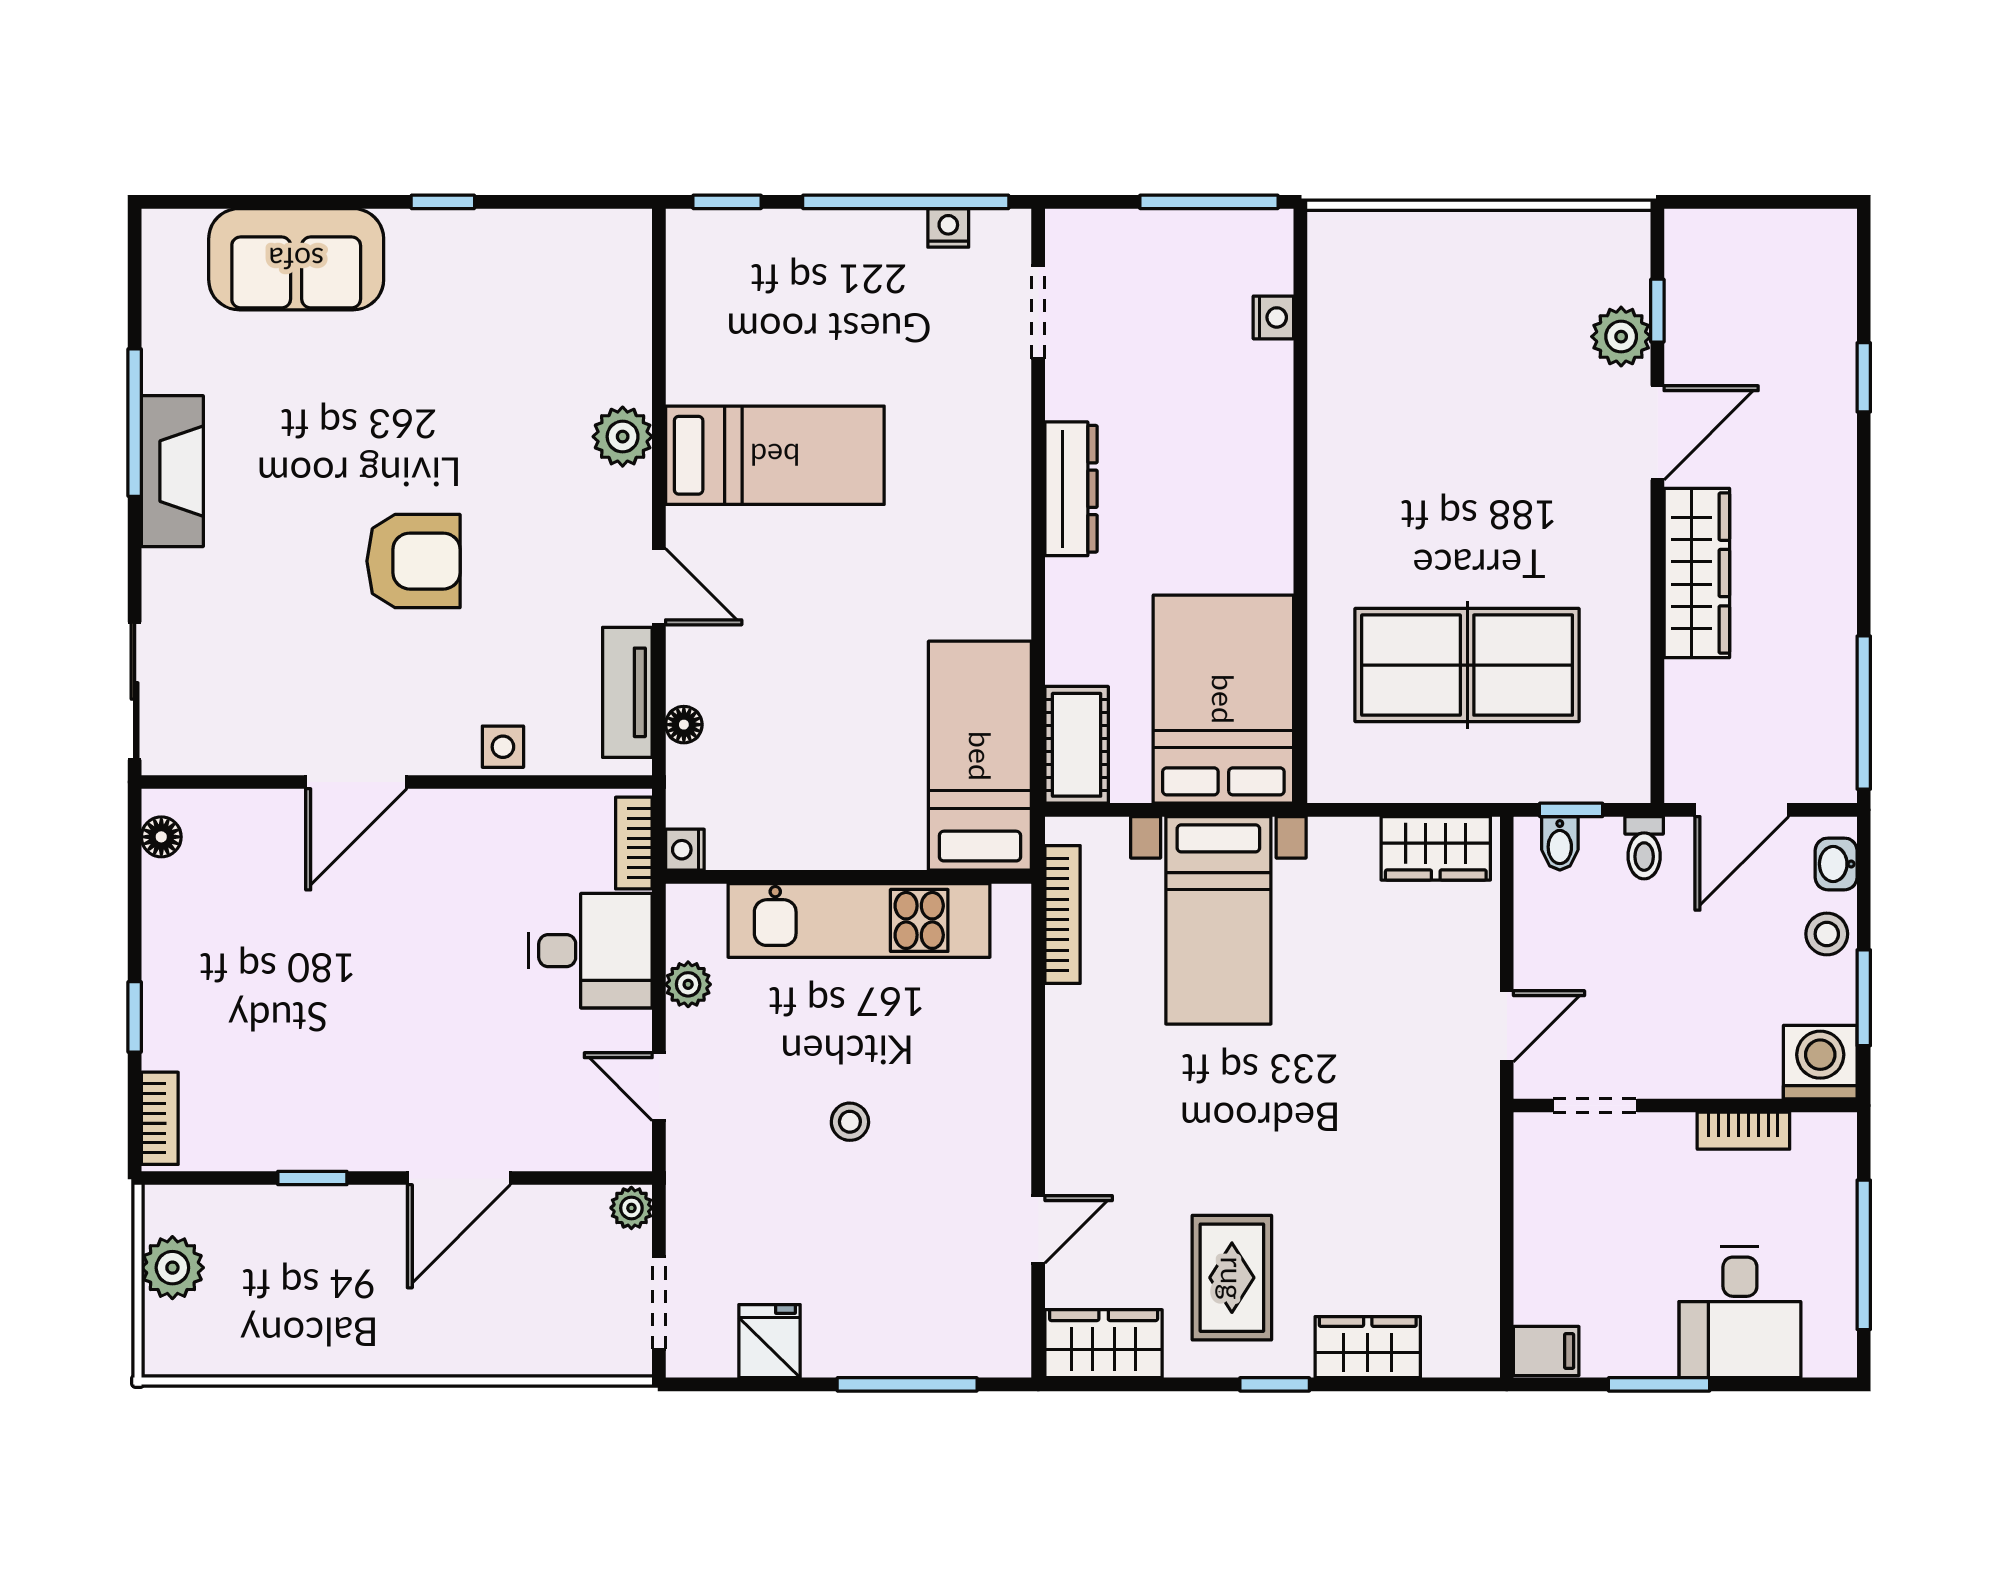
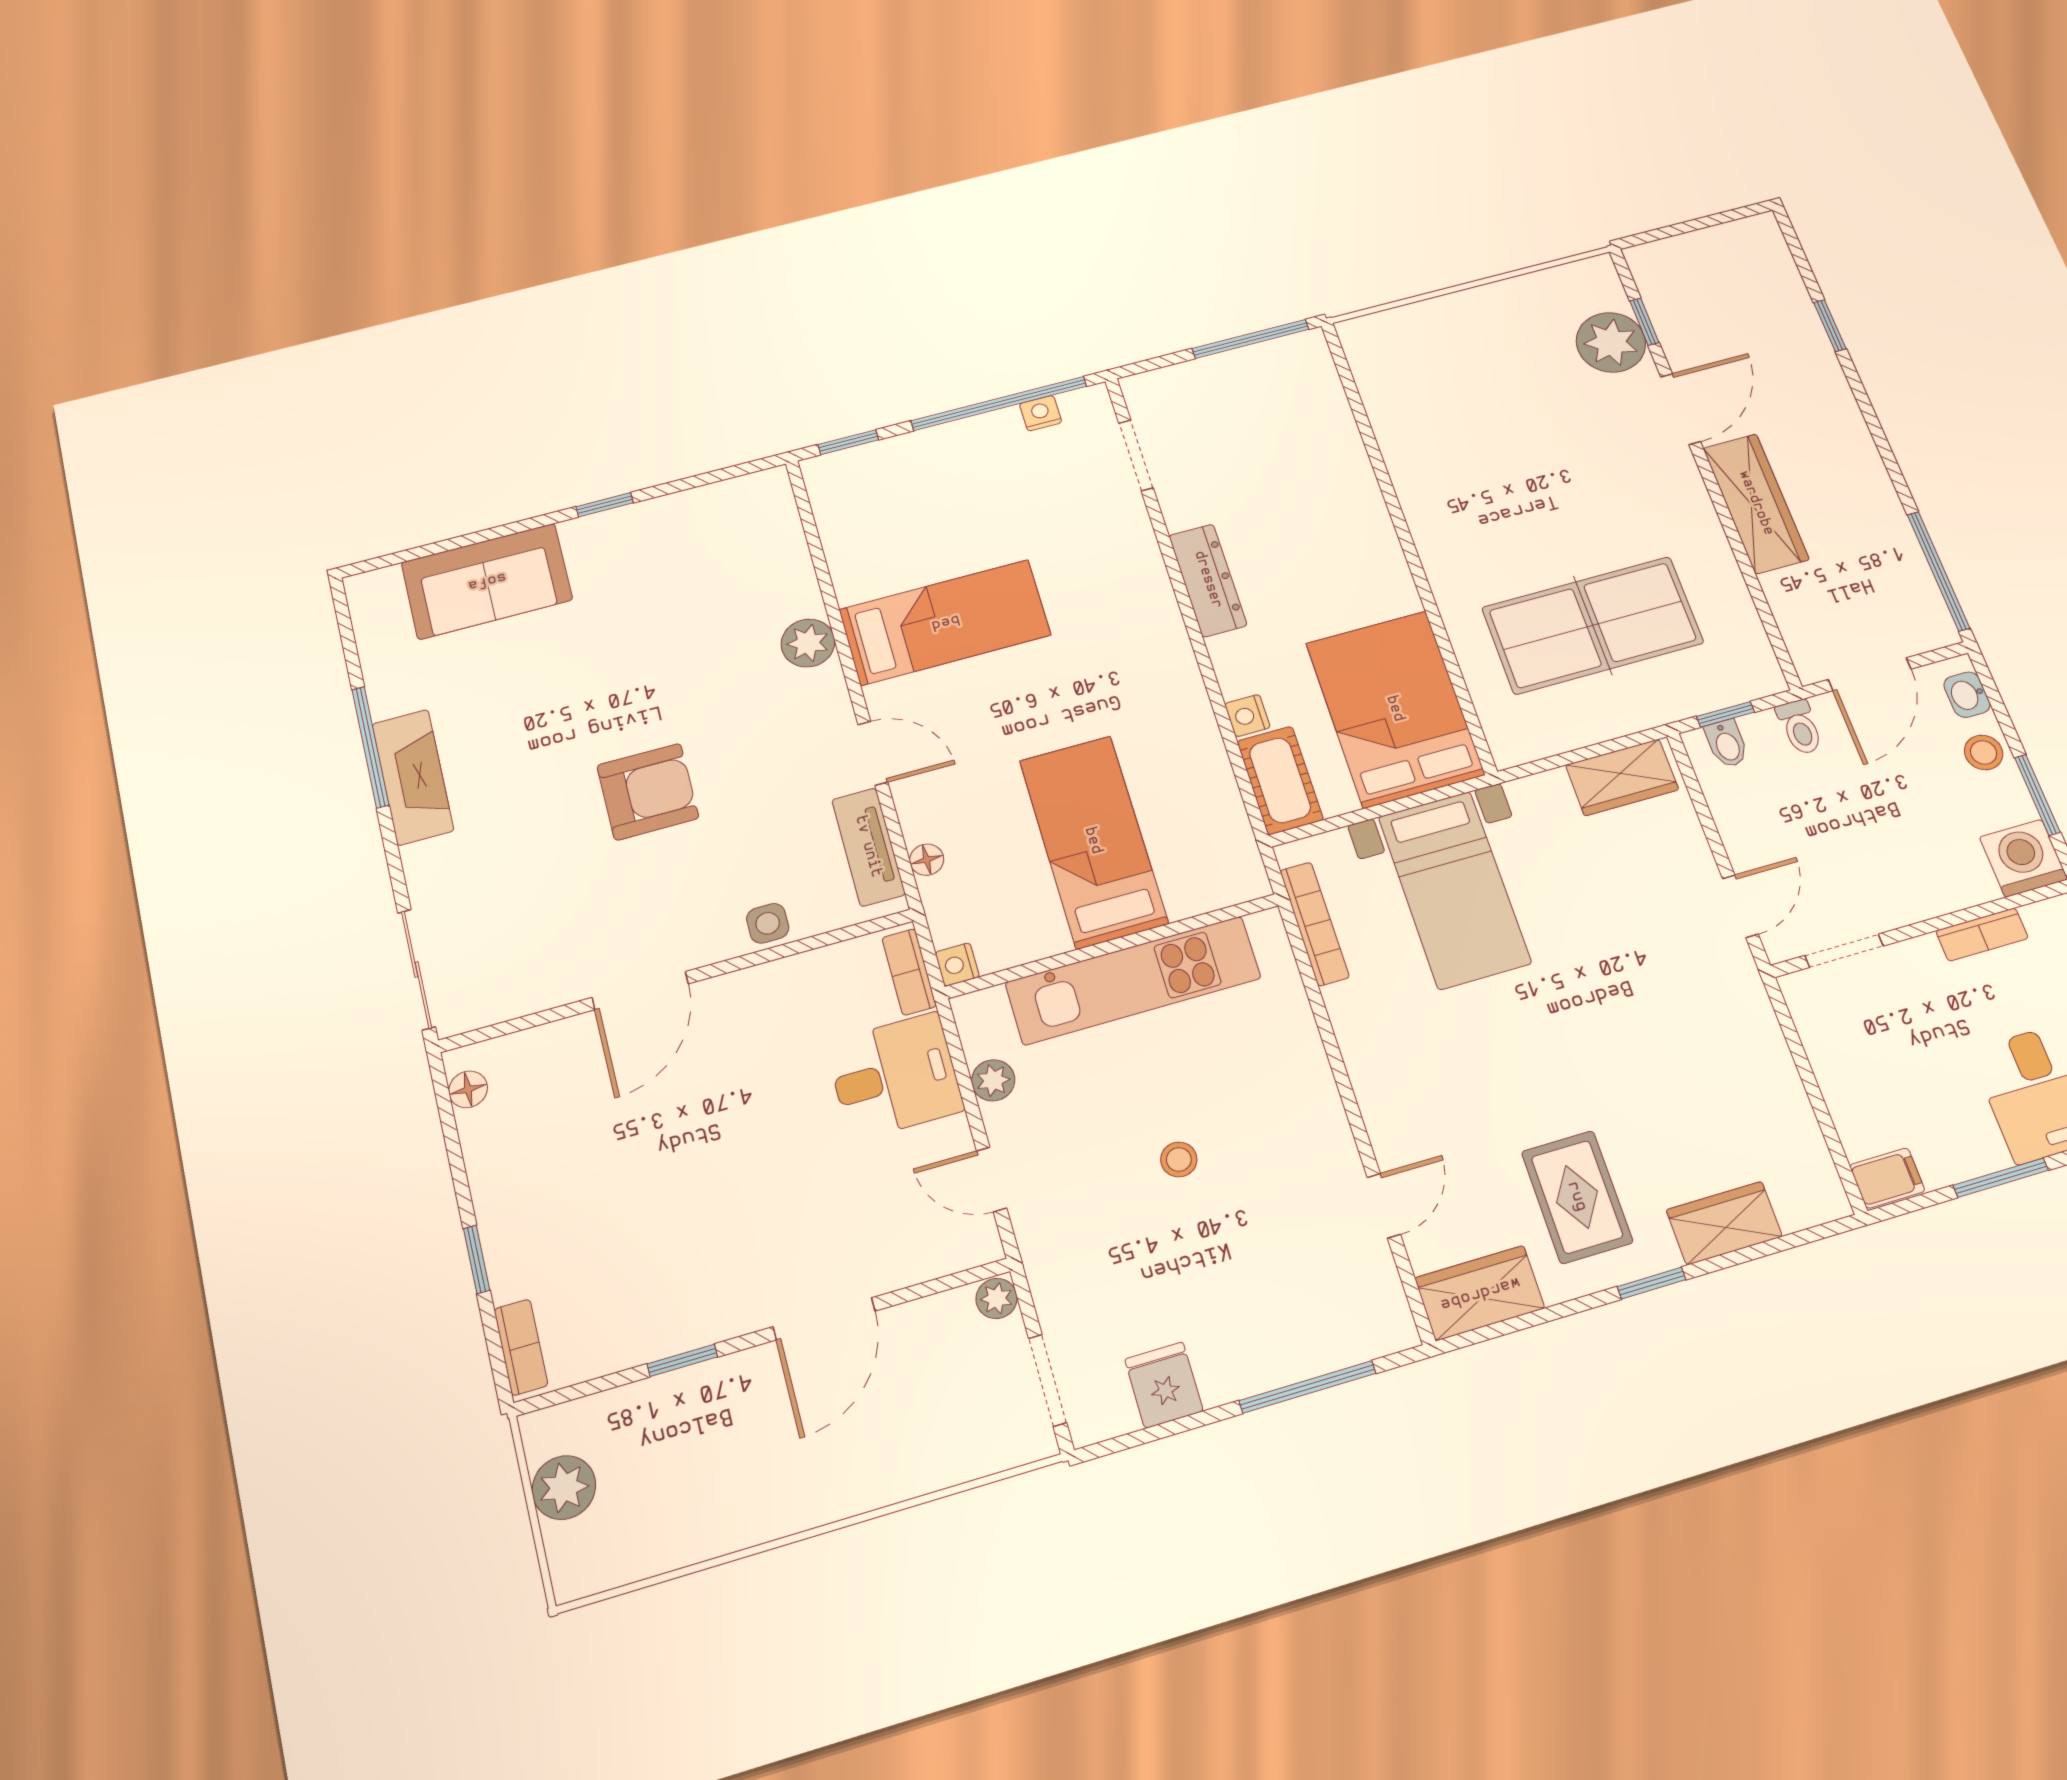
nightstand: (1273, 317) -> (1247, 716), moved, turned 180
plant: (1621, 337) -> (1611, 342), width x1.36, depth x1.36
bed: (980, 756) -> (1093, 841), moved

